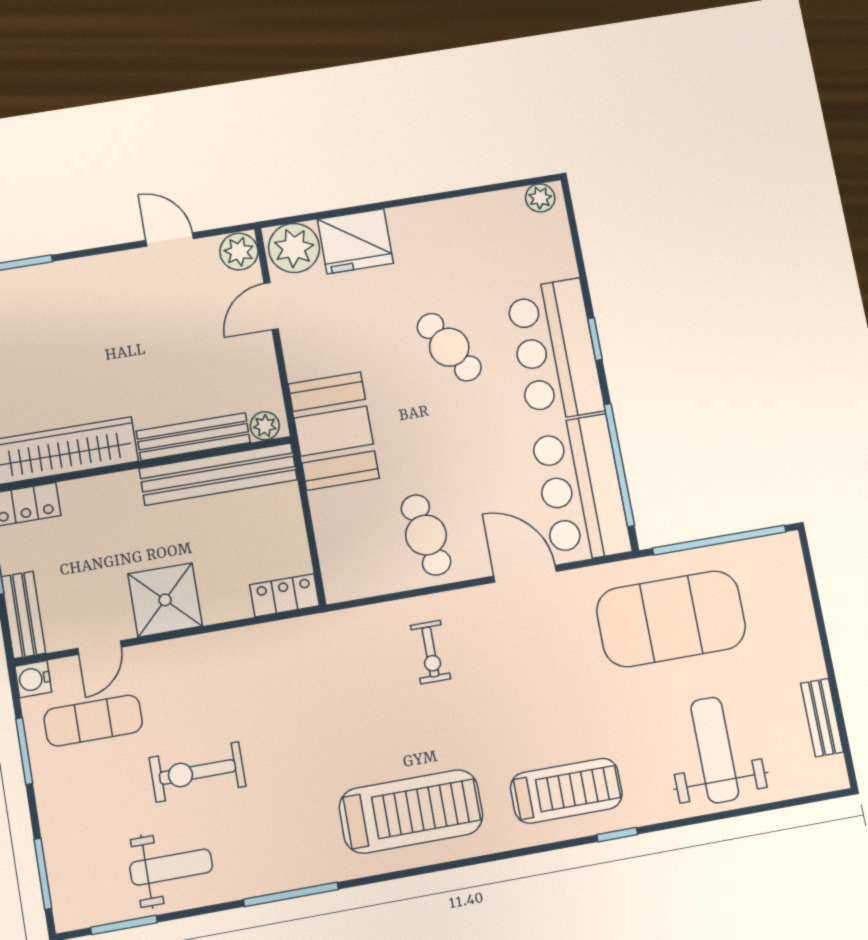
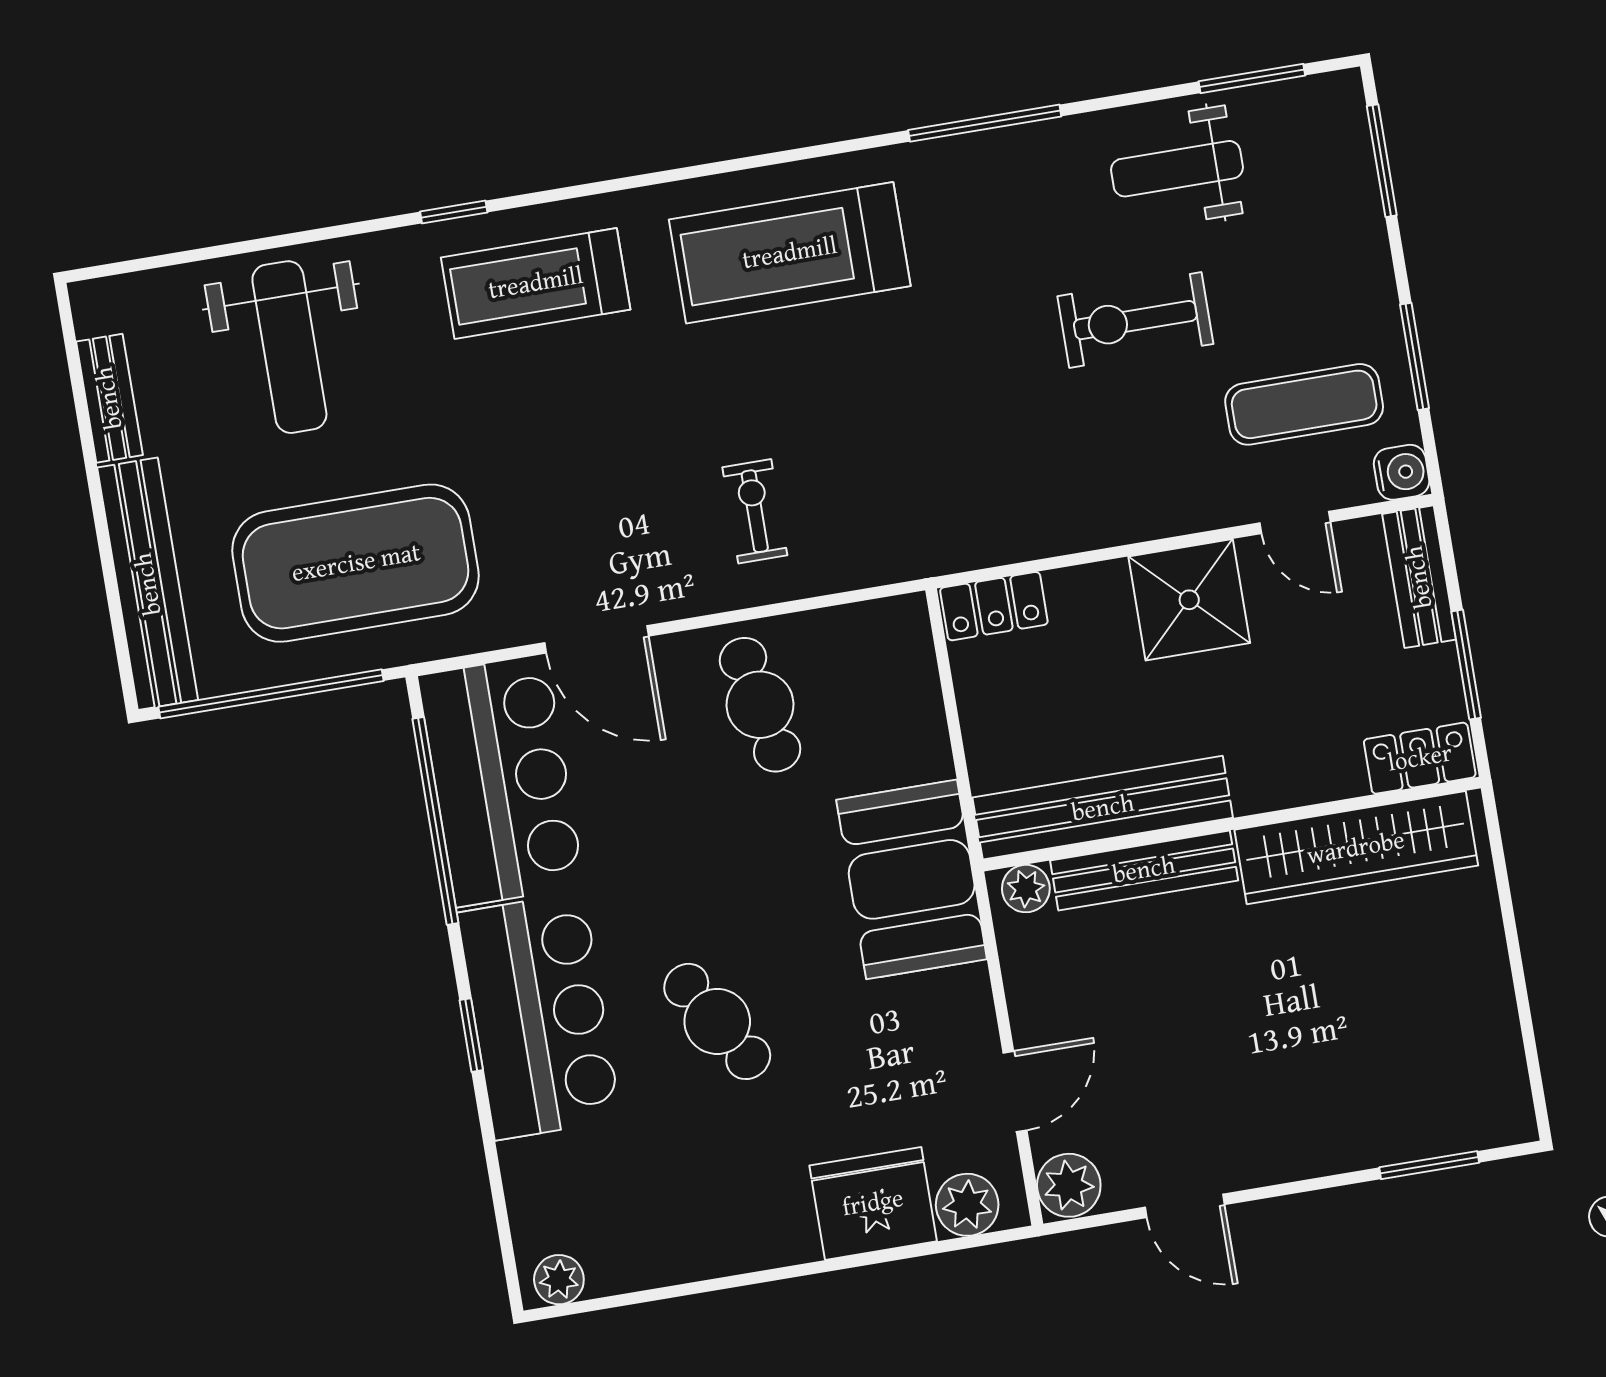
plant: (294, 248) -> (967, 1205), width x0.73, depth x0.73
bench: (795, 605) -> (148, 584), added
door: (100, 648) -> (1295, 522), swing flipped
exercise bike: (197, 772) -> (1135, 320), turned 180

